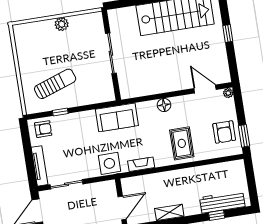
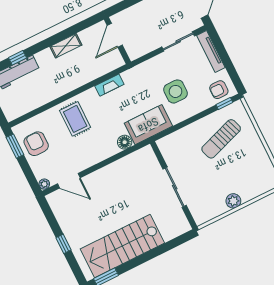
floor lamp: (164, 105) -> (125, 142), moved
window: (60, 112) -> (224, 104), moved
side table: (109, 163) -> (176, 91), moved

